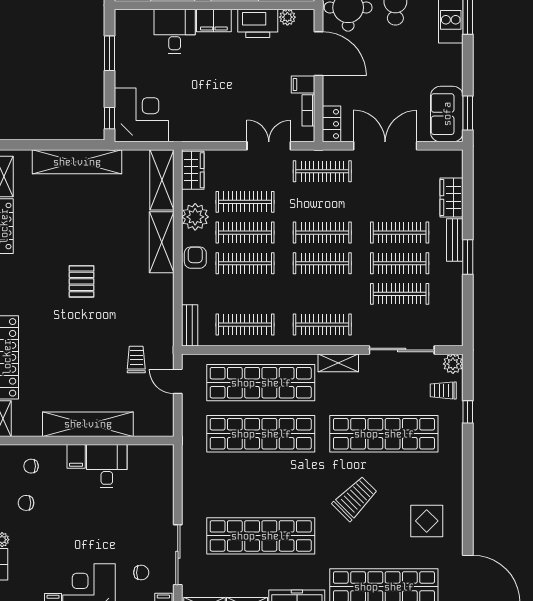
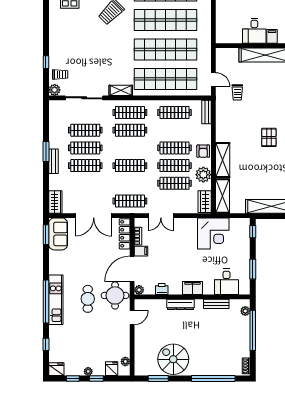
plant: (287, 17) -> (139, 290), moved
printer: (258, 23) -> (162, 289), width x0.53, depth x0.68
desk: (175, 31) -> (226, 282), moved
door: (318, 54) -> (132, 269), hinge flipped
corner desk: (141, 115) -> (213, 234), moved, turned -90
locker: (331, 124) -> (125, 234), width x1.53
wardrobe: (451, 197) -> (55, 202), moved
clothes rail: (322, 263) -> (130, 130), moved
shop shelf: (384, 434) -> (165, 20), moved

